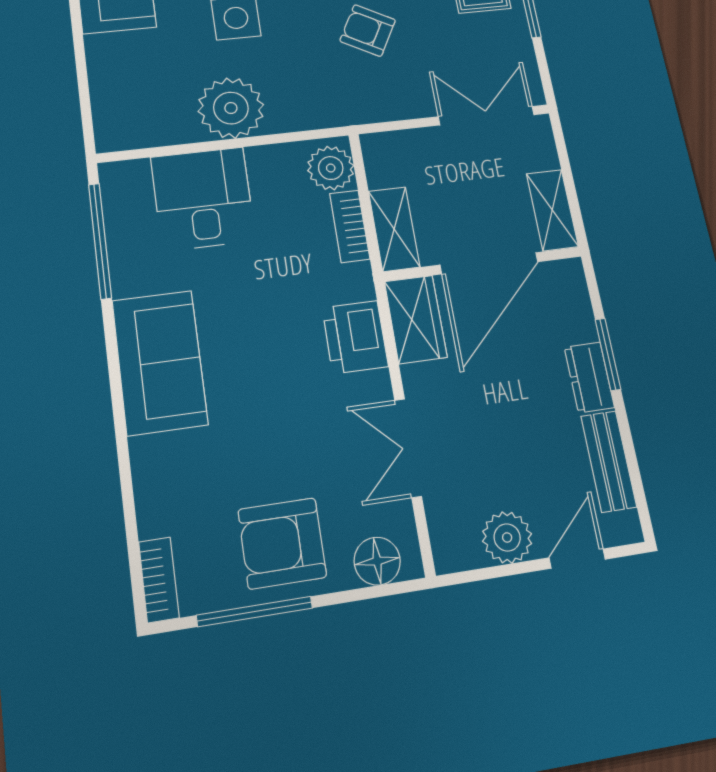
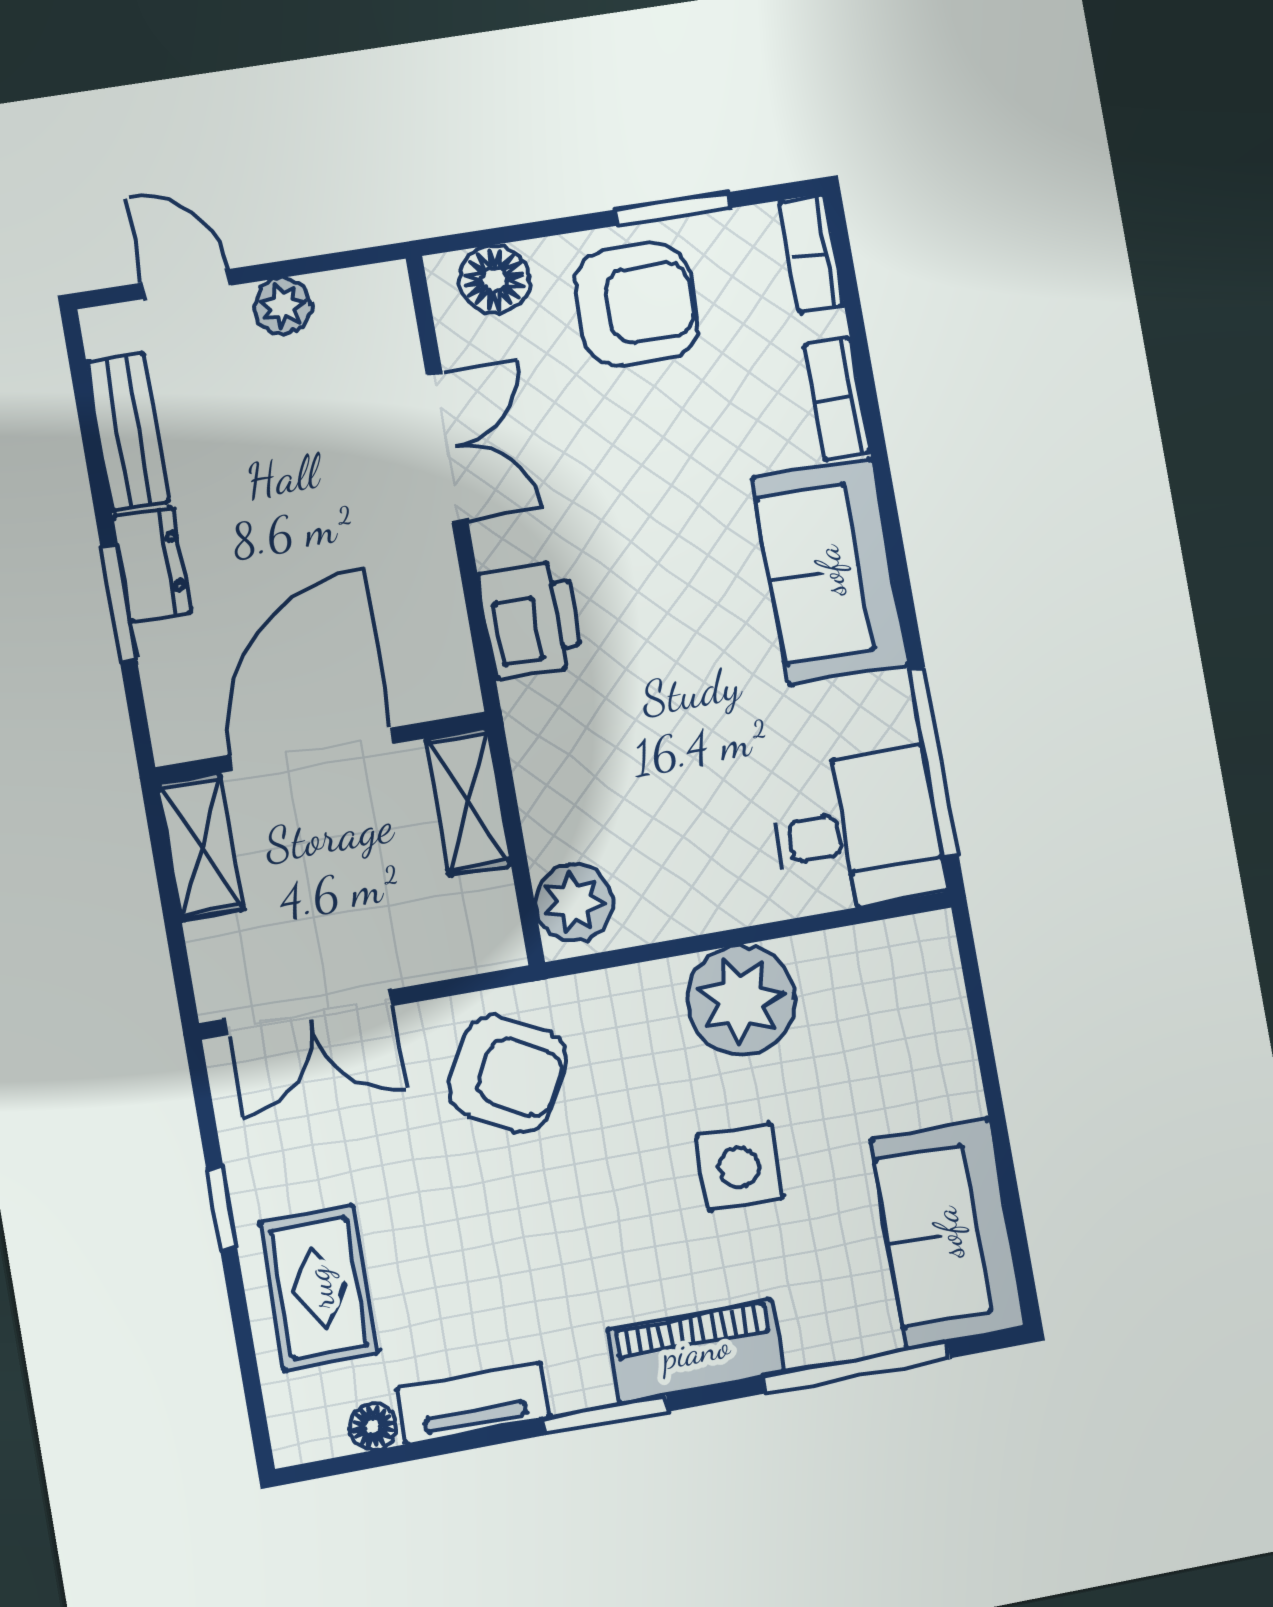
armchair: (368, 30) -> (508, 1073), moved, width x1.38, depth x1.38
desk: (203, 199) -> (857, 831), moved, turned -90
bookcase: (350, 226) -> (837, 399), moved, turned 180
wardrobe: (416, 319) -> (434, 651), removed
plant: (507, 537) -> (283, 306), width x0.73, depth x0.73
door: (577, 558) -> (186, 284), swing flipped
window: (255, 612) -> (673, 209), width x0.69

